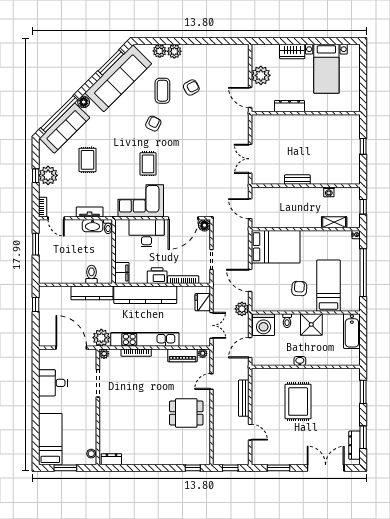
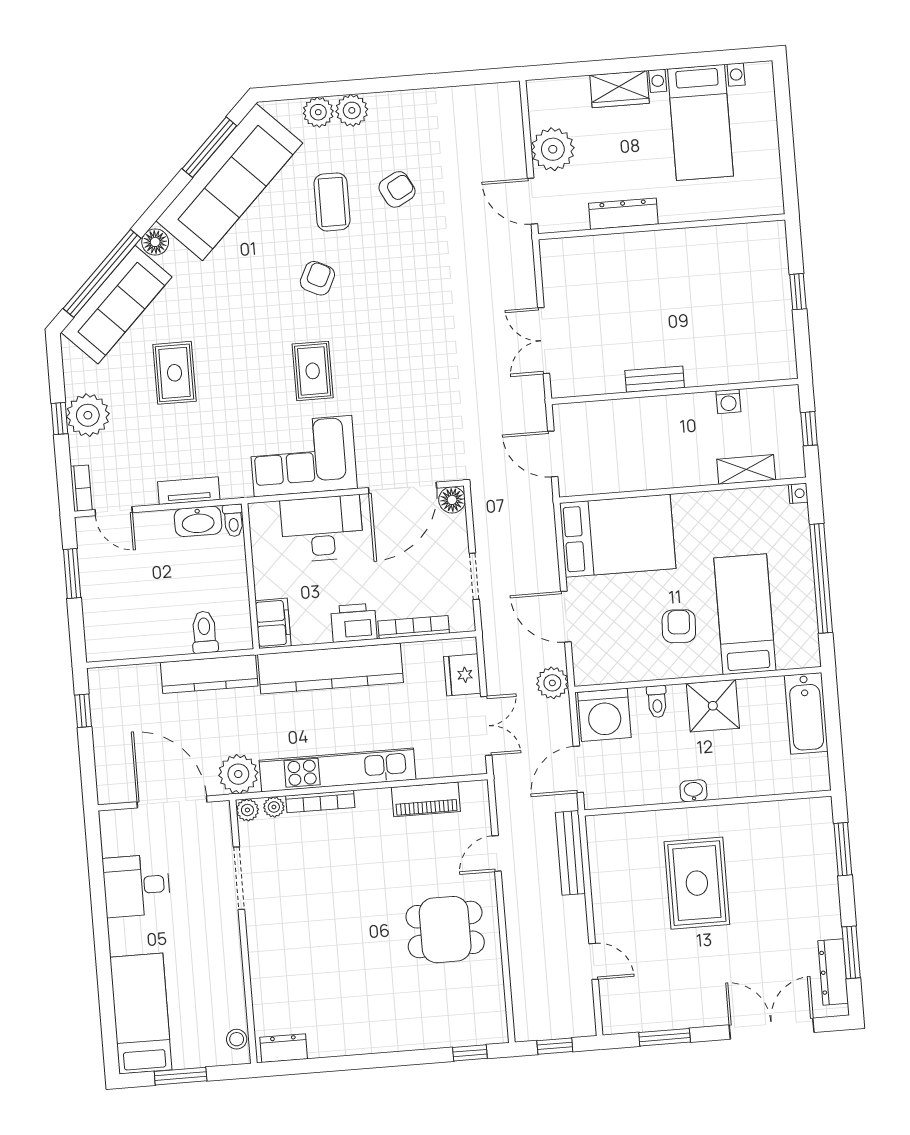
plant: (203, 353) -> (274, 807), moved
bench: (244, 398) -> (570, 853), moved

